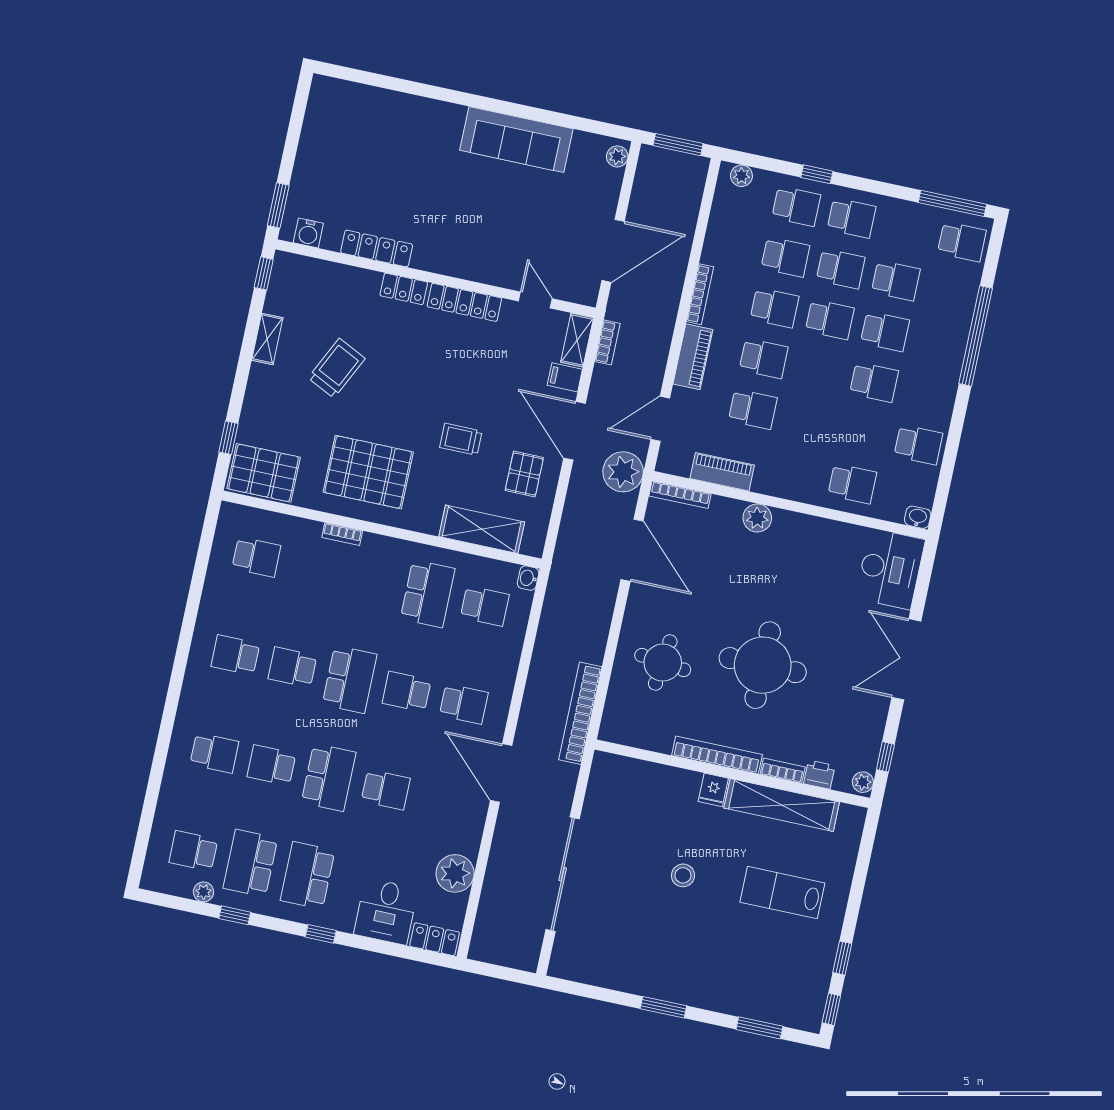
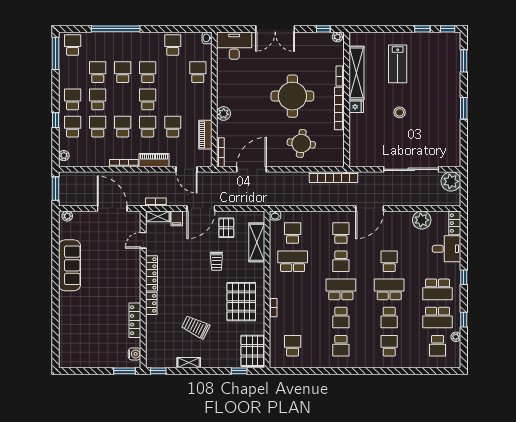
school desk: (830, 320) -> (148, 99), moved
plant: (623, 472) -> (451, 181), moved
pallet: (524, 474) -> (226, 228), turned 90
printer: (819, 775) -> (338, 58), removed

